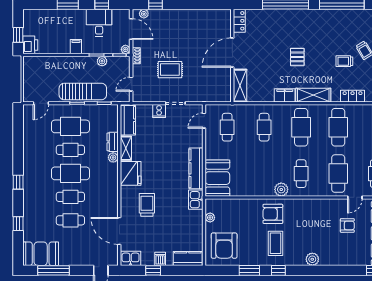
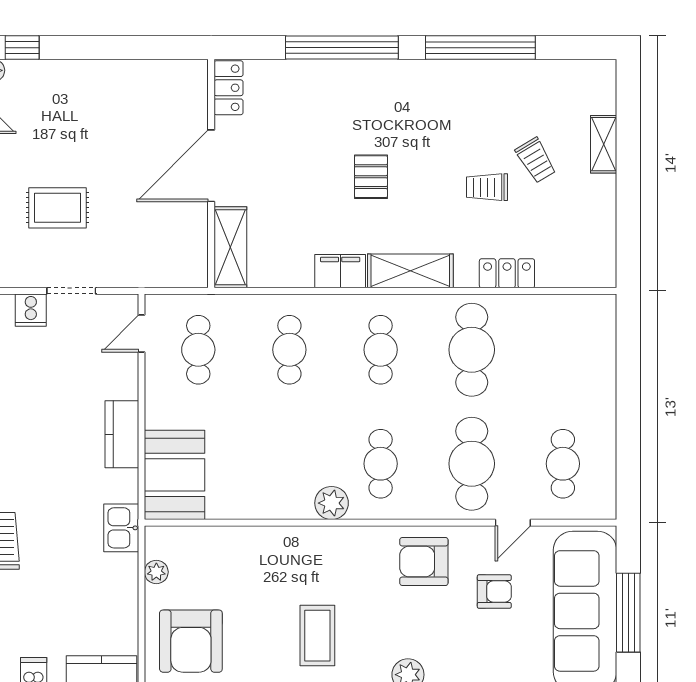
cafe table: (301, 127) -> (381, 350), width x0.73, depth x0.74
kitchen counter: (196, 168) -> (122, 434), width x0.67
armchair: (273, 214) -> (424, 561), moved

